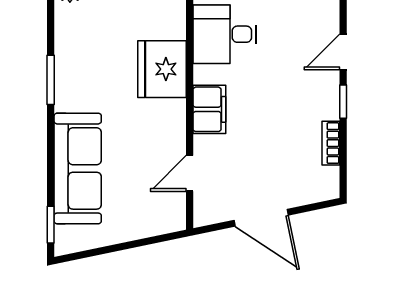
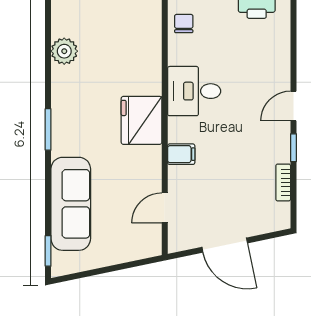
filing cabinet: (209, 109) -> (181, 154), width x0.50

